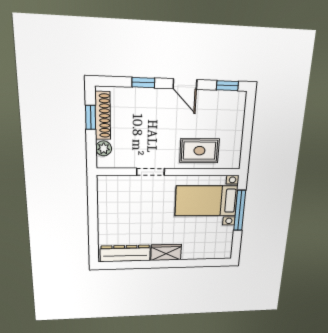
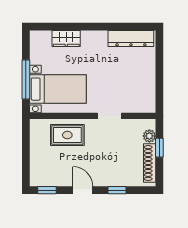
window: (91, 117) -> (159, 148), moved
wardrobe: (166, 252) -> (66, 38), moved

